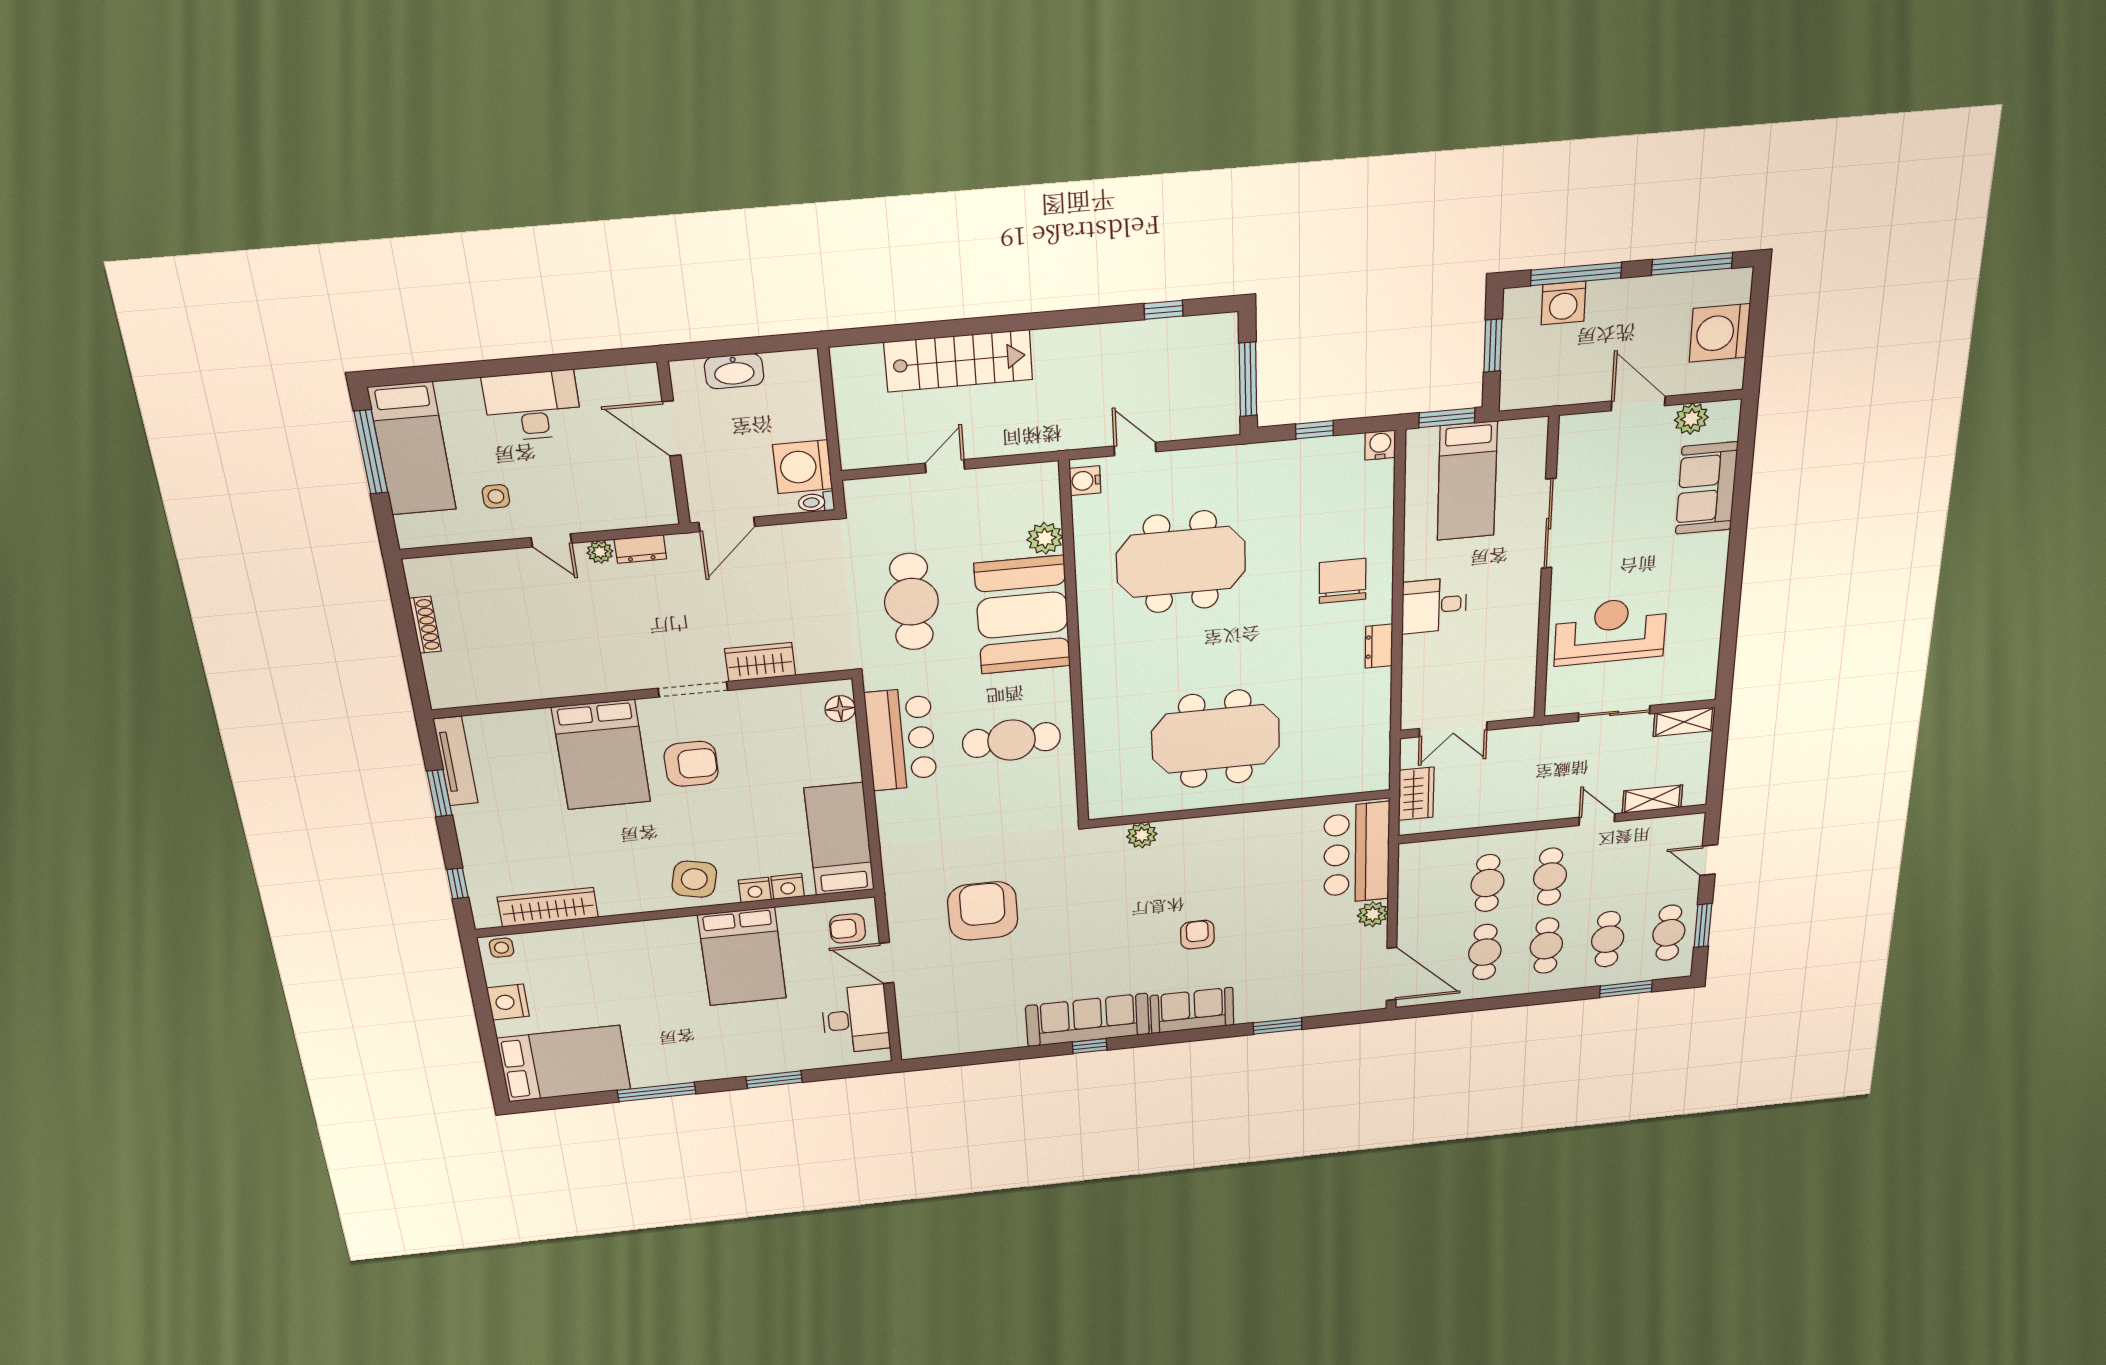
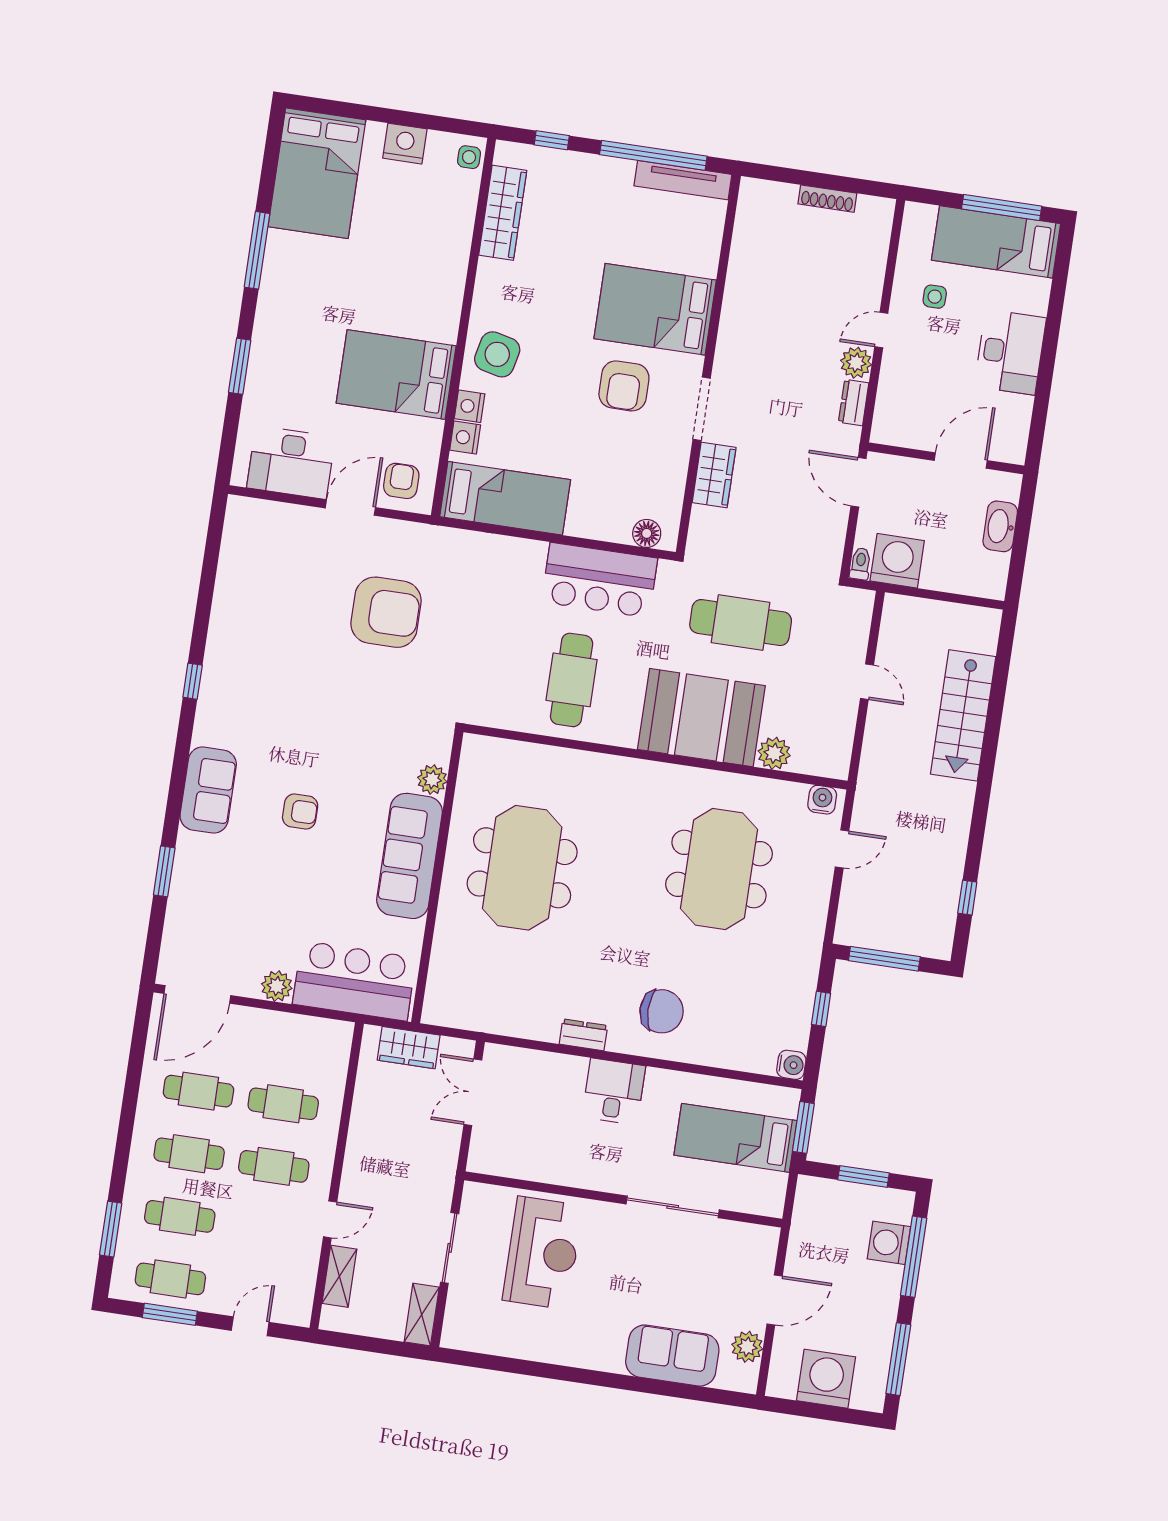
plant: (600, 552) -> (856, 363), width x1.38, depth x1.38
window: (439, 793) -> (653, 155), width x2.11
sofa: (1088, 1020) -> (410, 856), moved, turned 180

